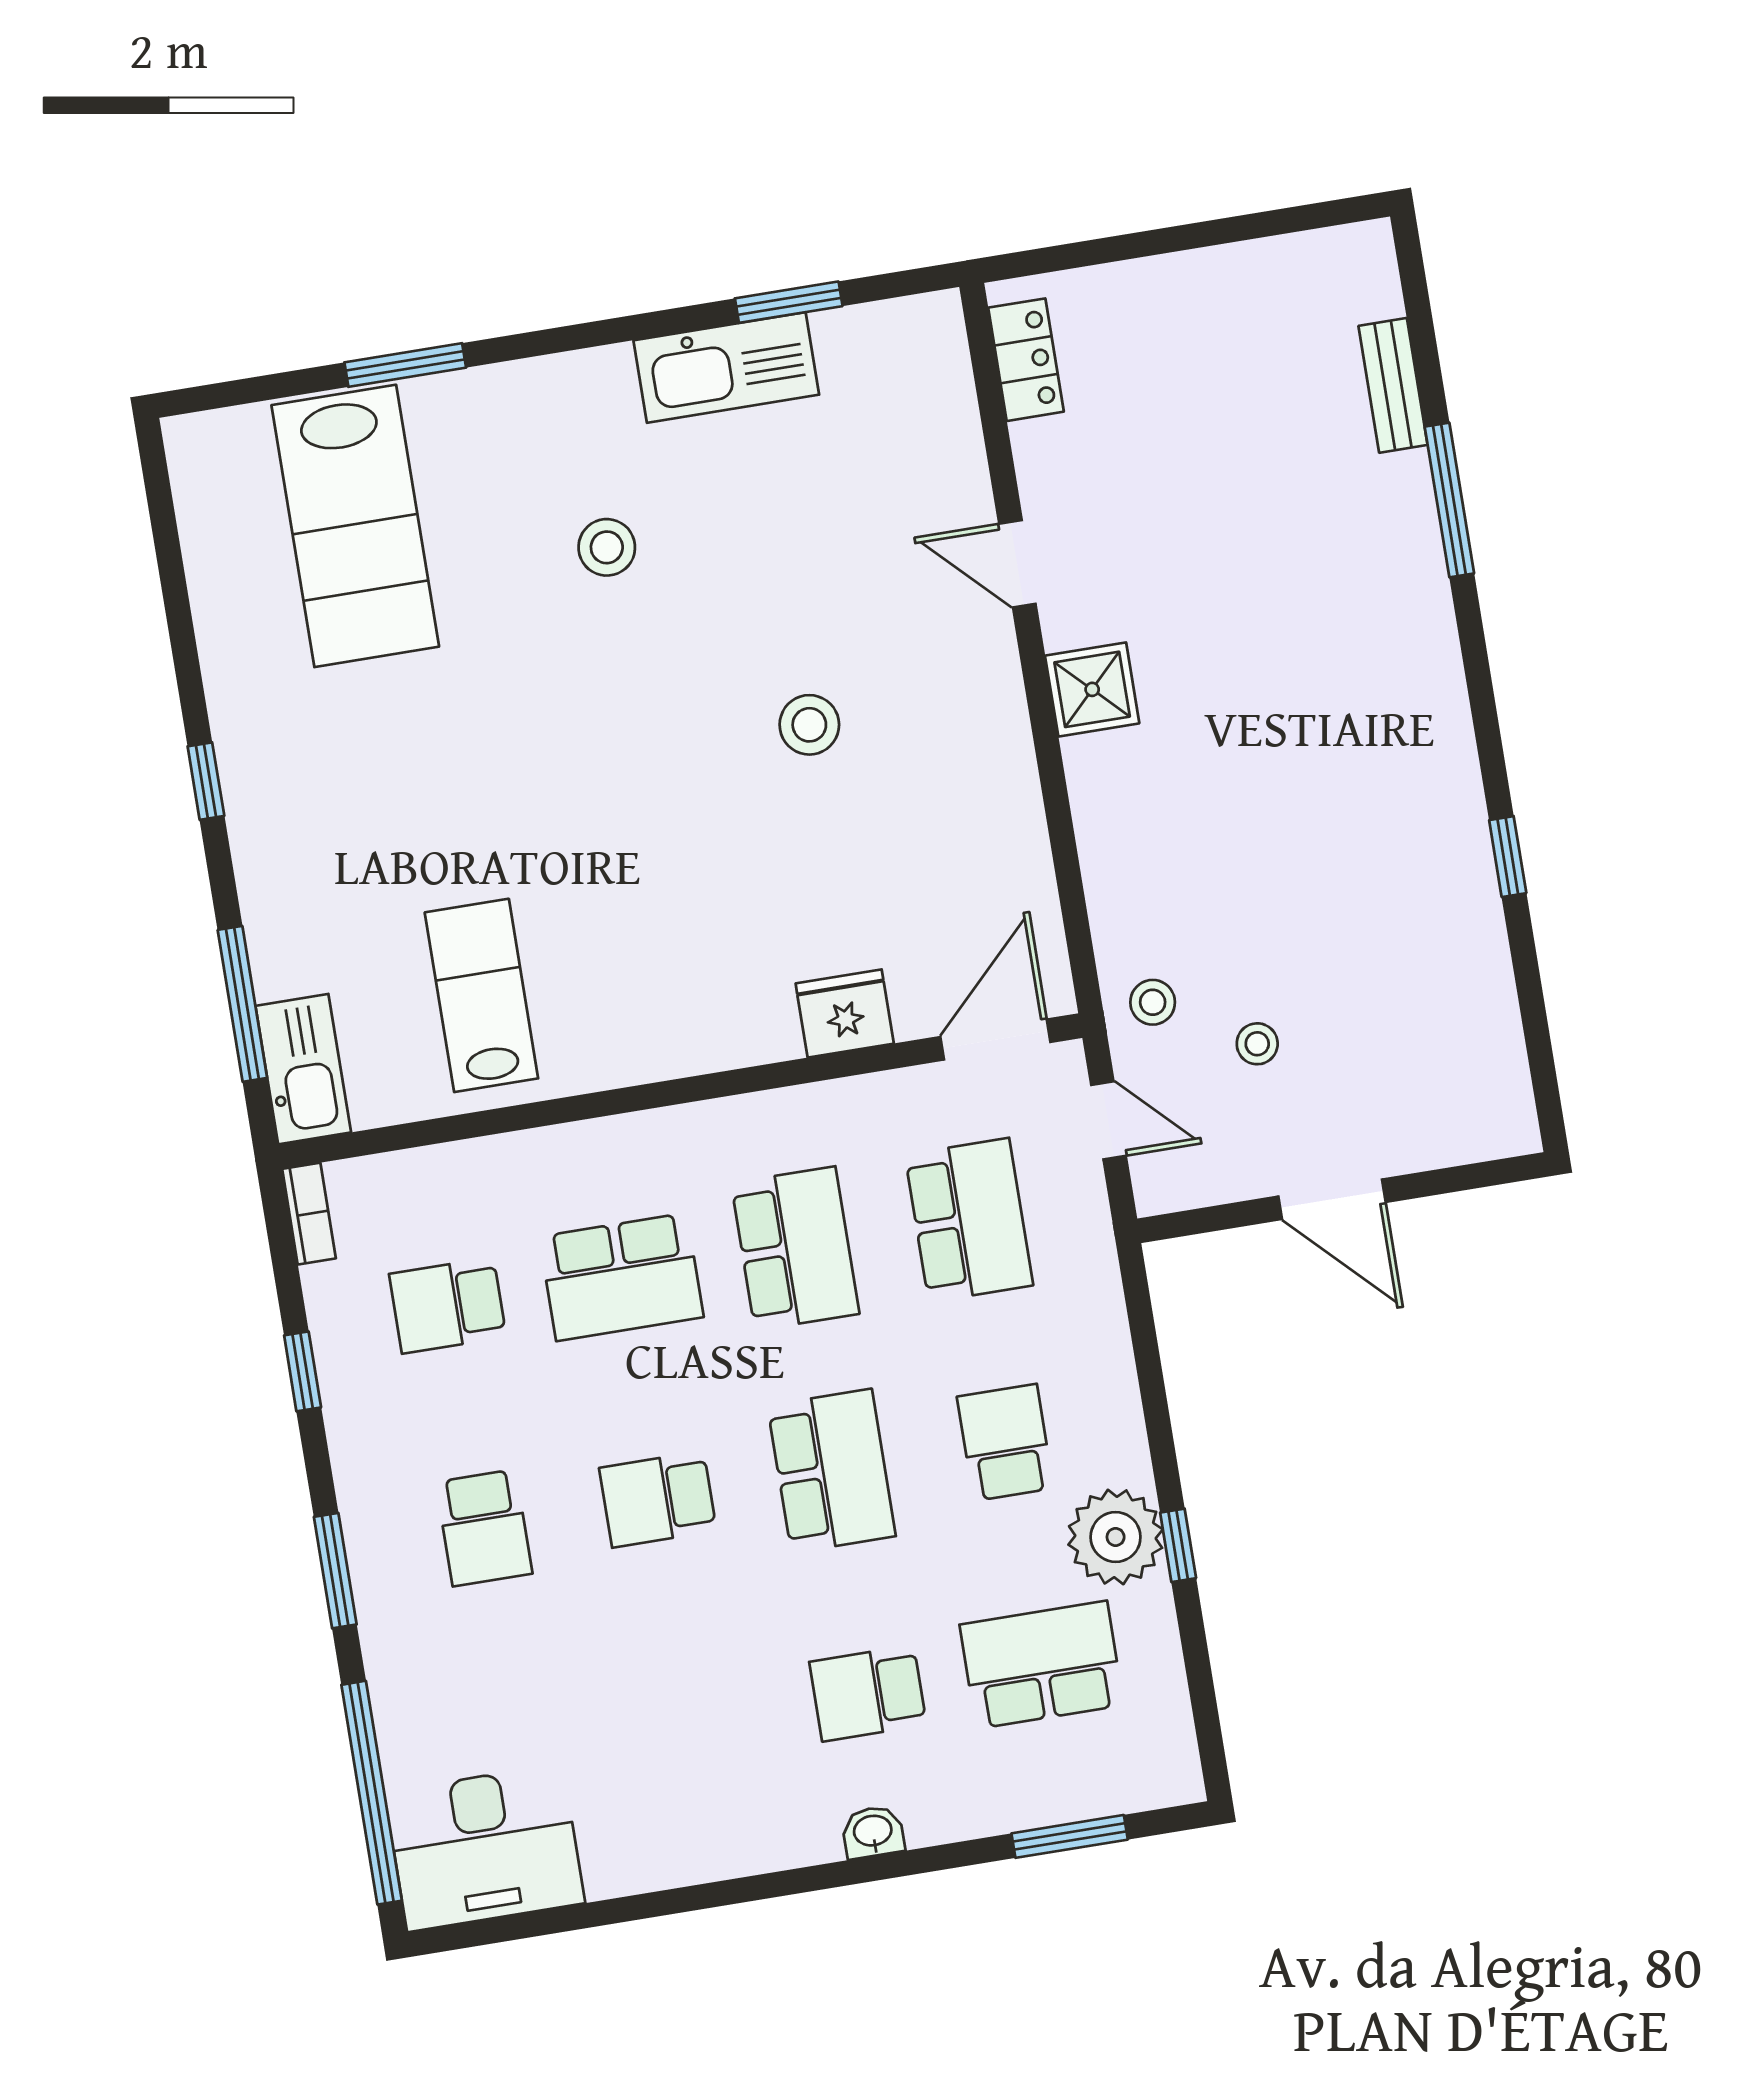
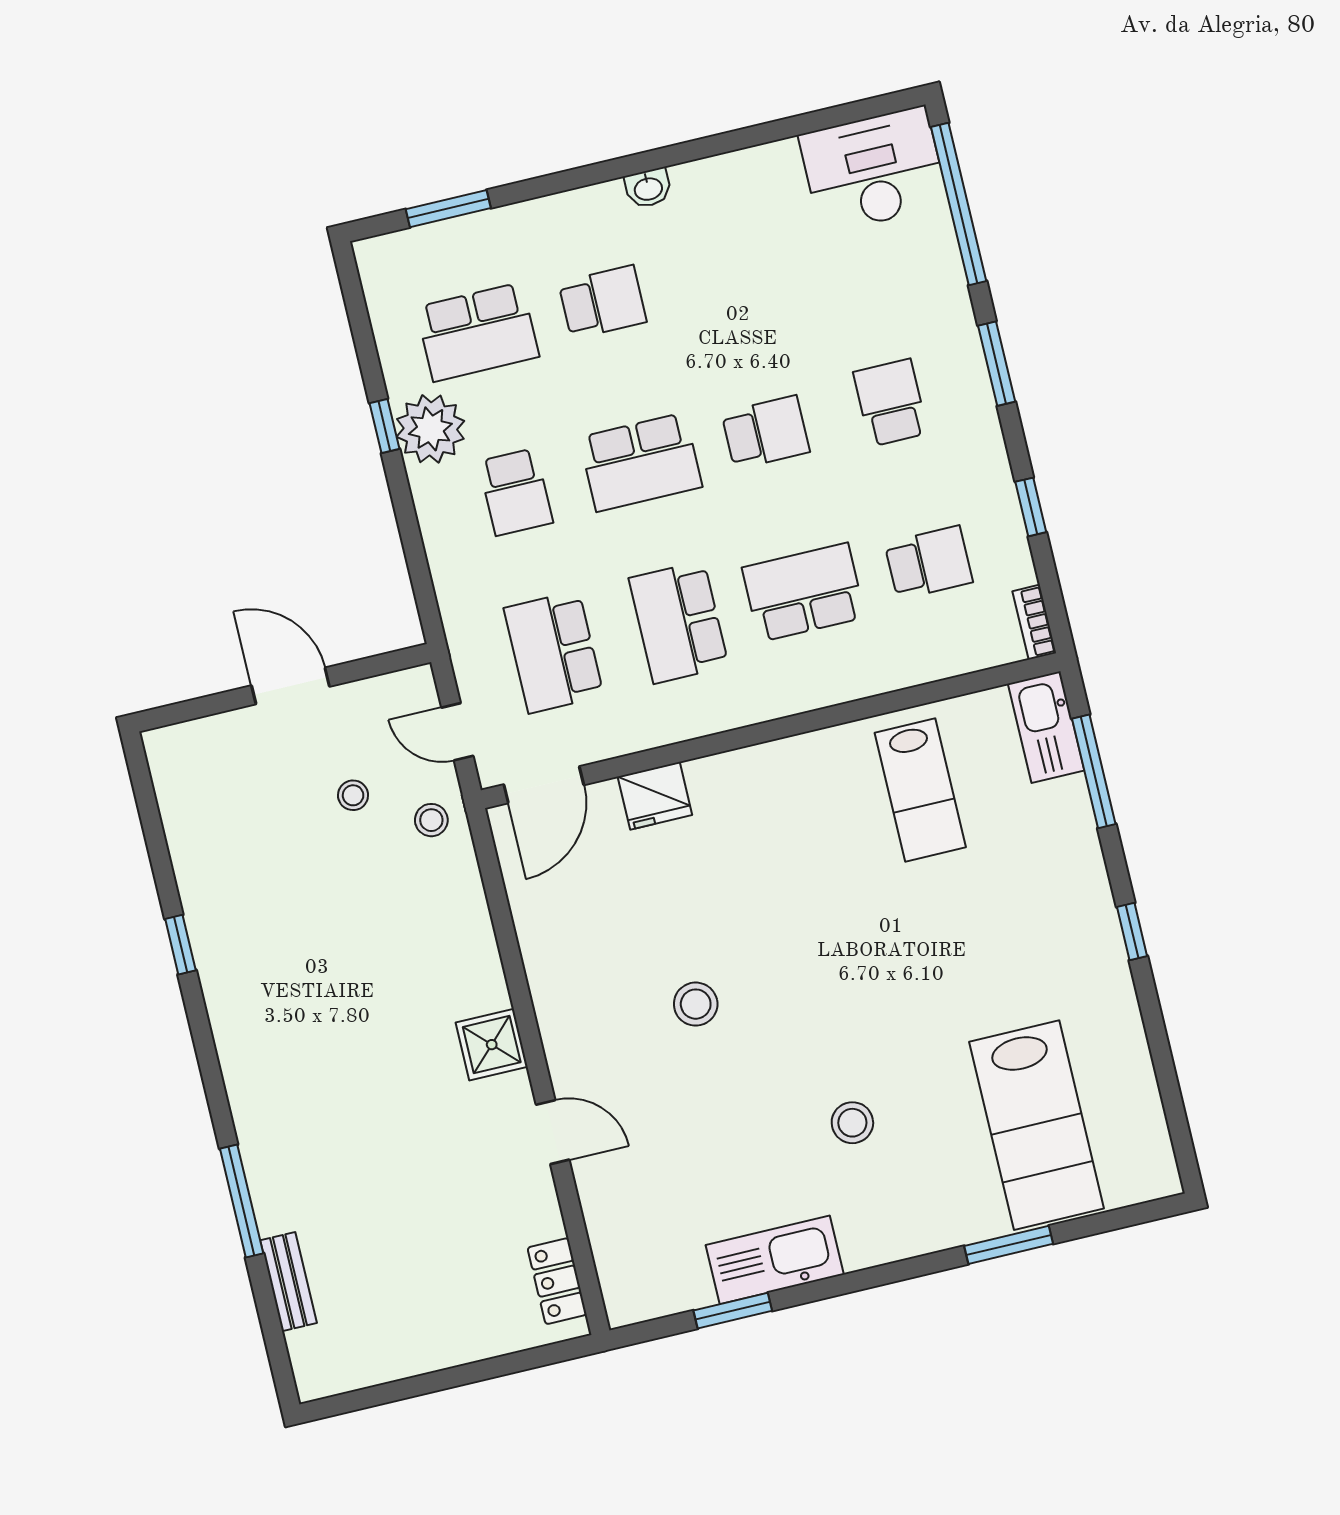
lab bench: (355, 526) -> (1037, 1125), turned 180
school desk: (832, 1471) -> (641, 462), turned -90
washbasin: (873, 1832) -> (648, 188), moved

